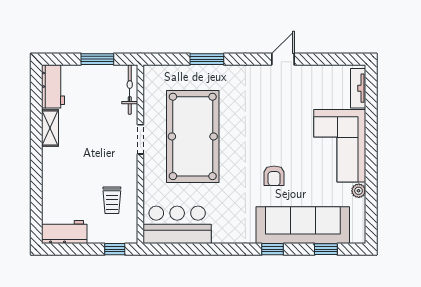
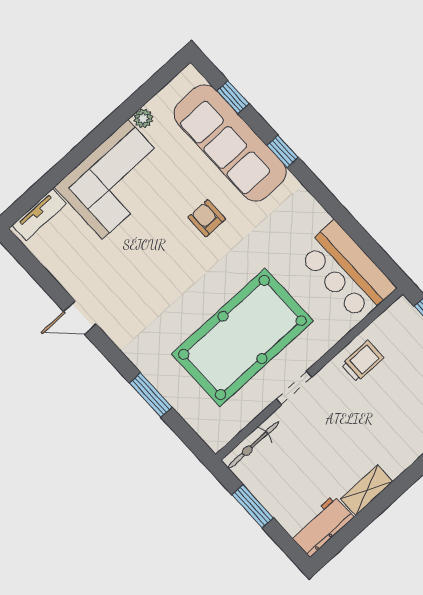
armchair: (274, 176) -> (207, 218), turned -90
trolley: (112, 200) -> (362, 361), moved

